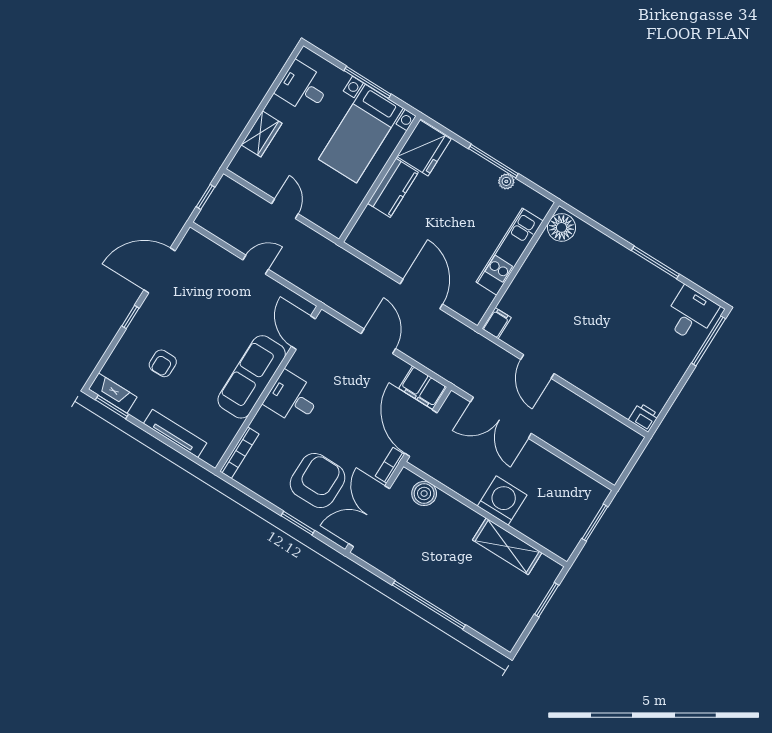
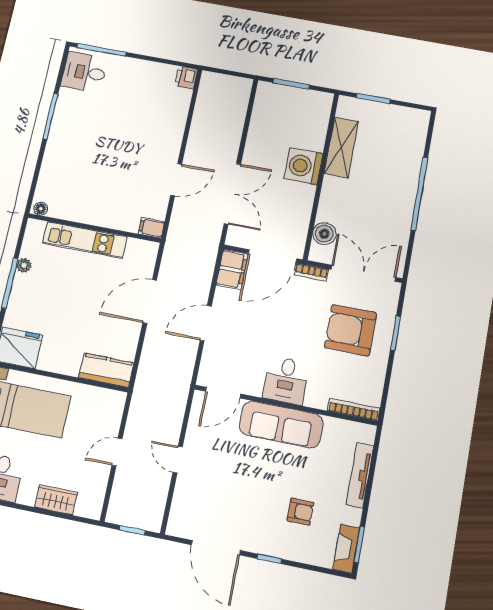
kitchen counter: (393, 188) -> (106, 370), moved
floor lamp: (562, 227) -> (41, 209), width x0.53, depth x0.53
double door: (369, 516) -> (363, 273), swing flipped

